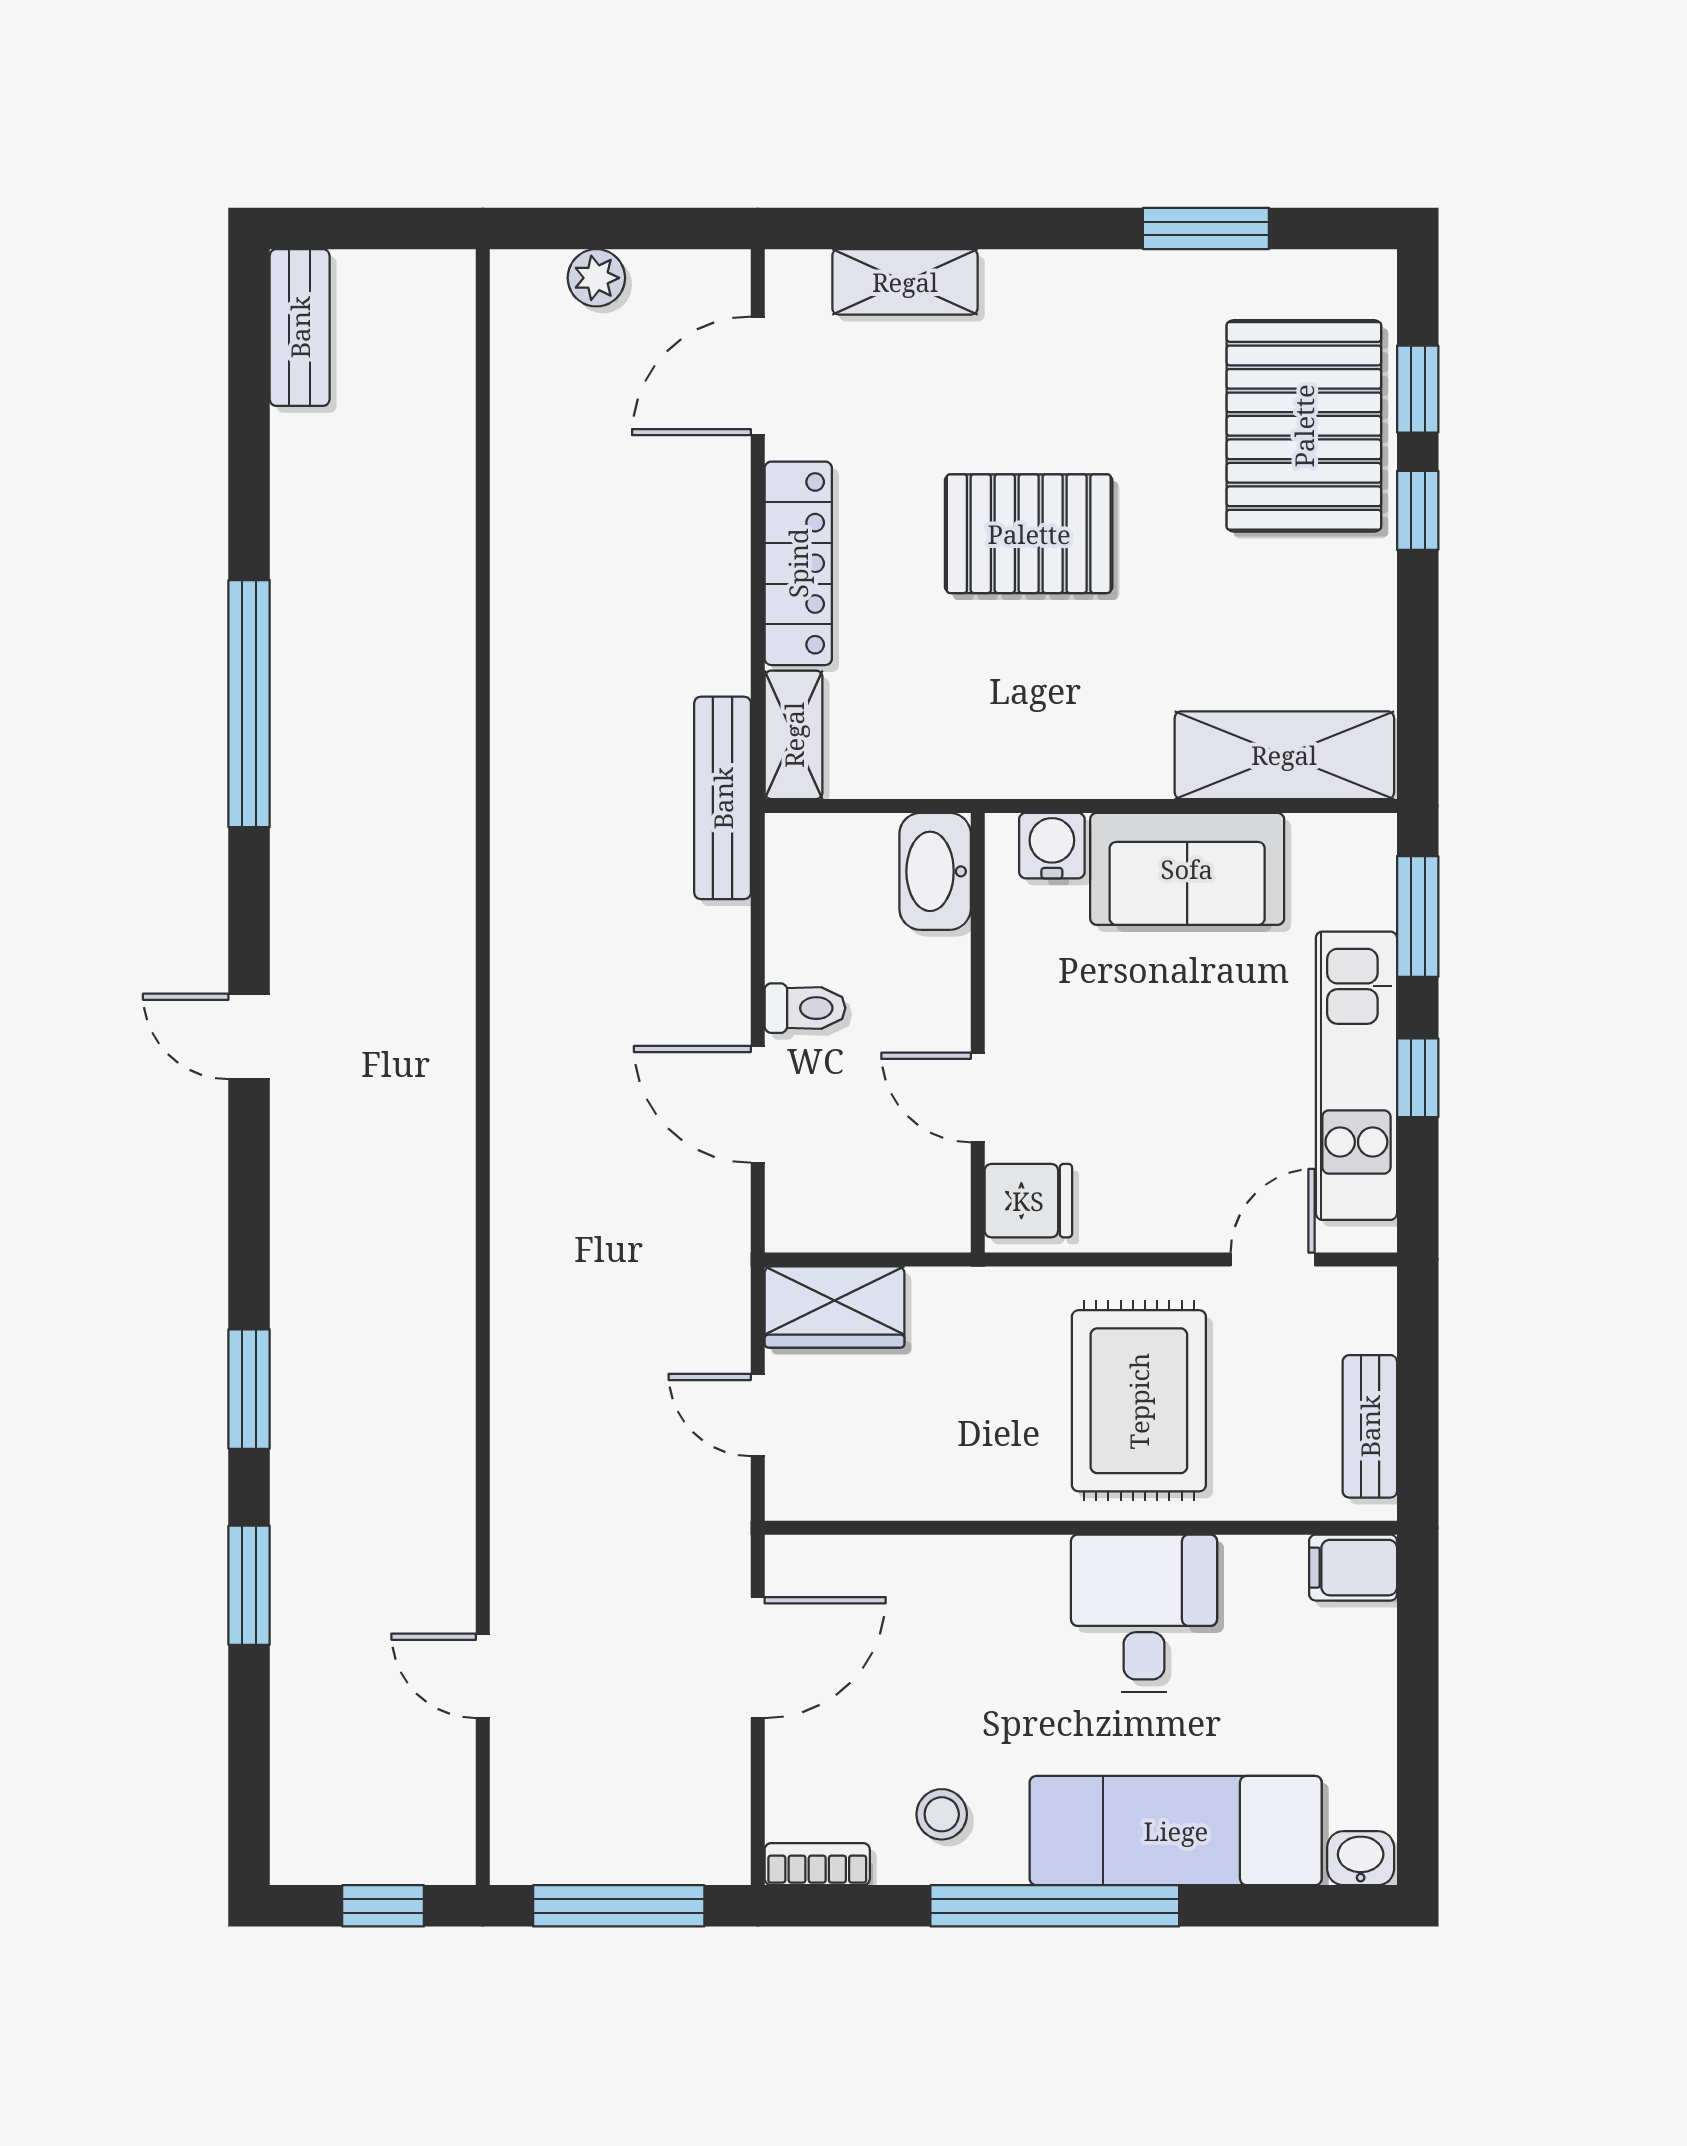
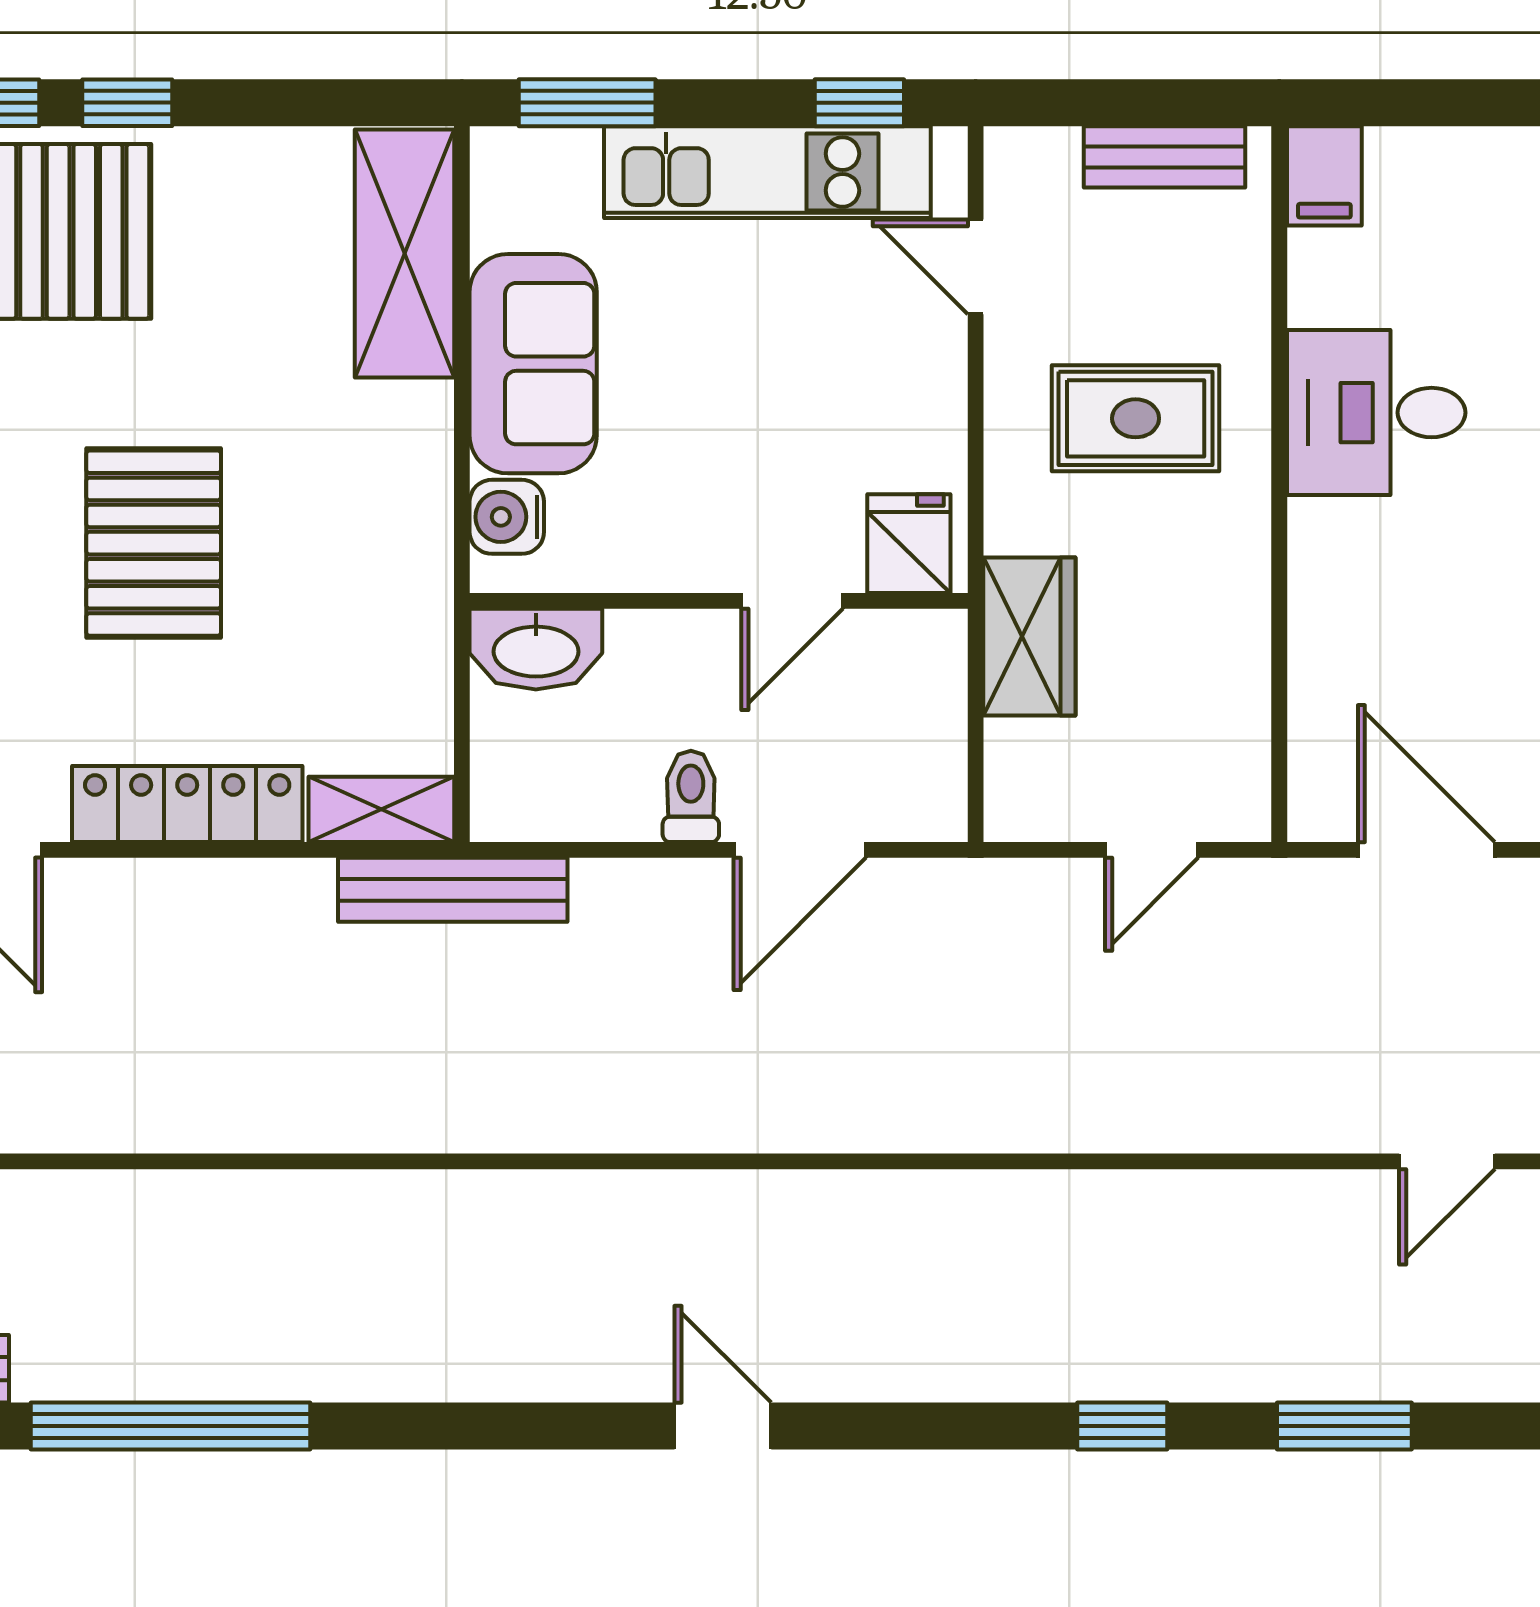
window: (249, 704) -> (171, 1426), moved
door: (249, 1036) -> (723, 1426), swing flipped
window: (1418, 1078) -> (859, 103), moved
wardrobe: (835, 1307) -> (1029, 636), moved
window: (249, 1389) -> (1122, 1426), width x0.67
rug: (1139, 1401) -> (1136, 418), width x0.73, depth x0.70

